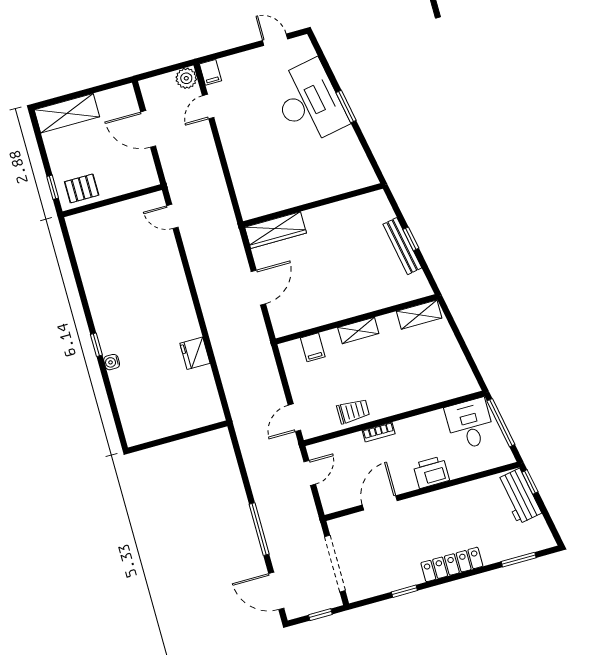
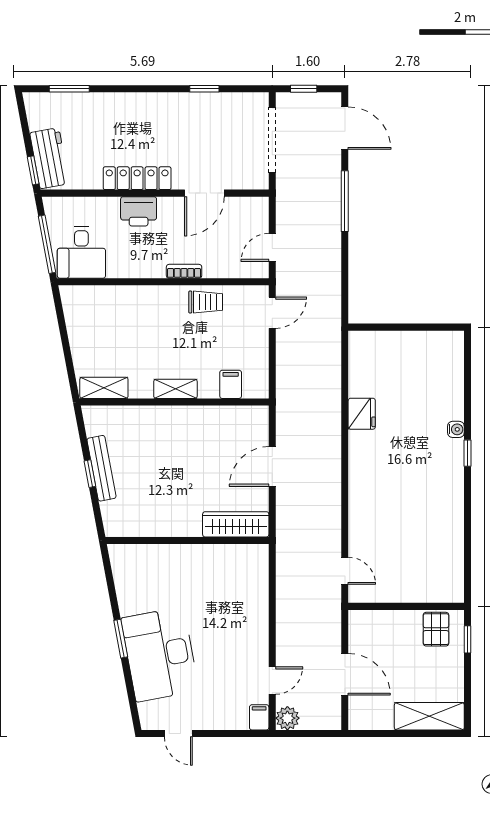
pallet: (82, 188) -> (436, 629), turned 90
trolley: (353, 411) -> (206, 302), turned 180
locker: (452, 564) -> (137, 178), moved, turned 180

